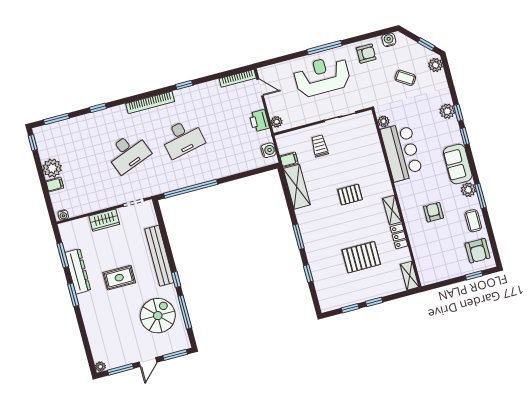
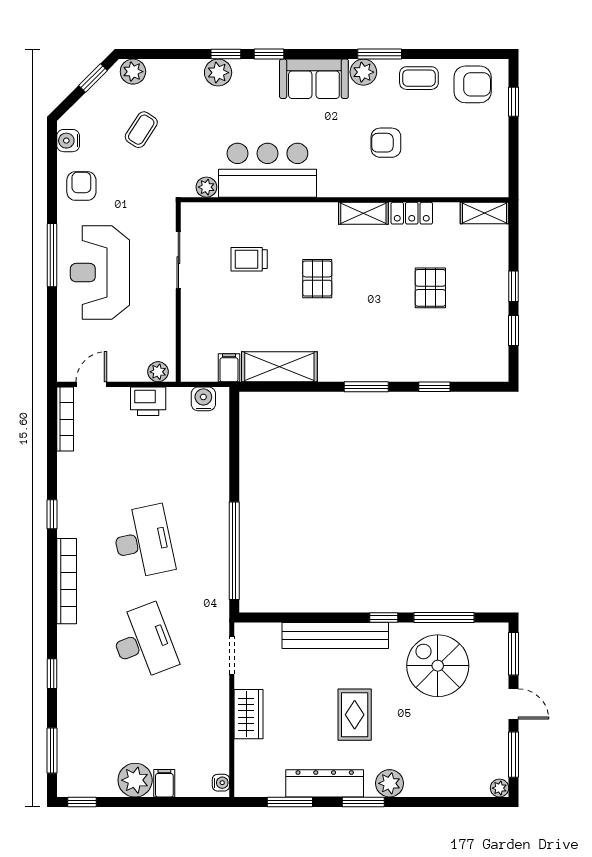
trolley: (320, 146) -> (249, 259), moved
pallet: (361, 257) -> (430, 288), width x0.67, depth x0.71
plant: (87, 306) -> (390, 783), added

